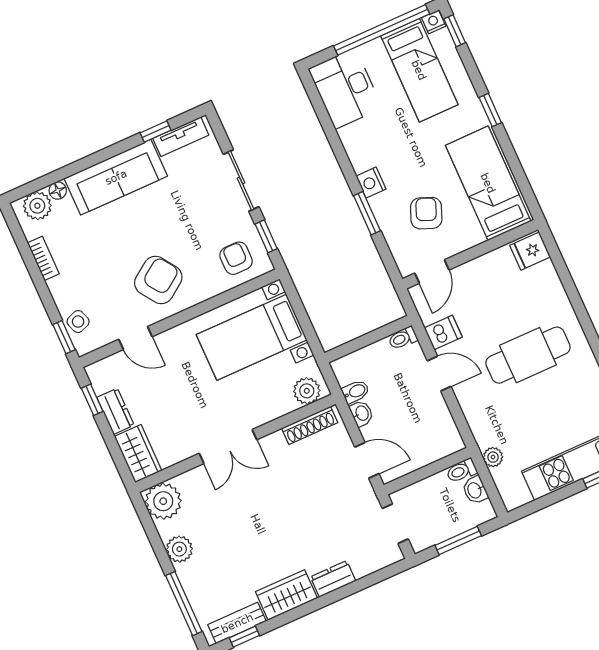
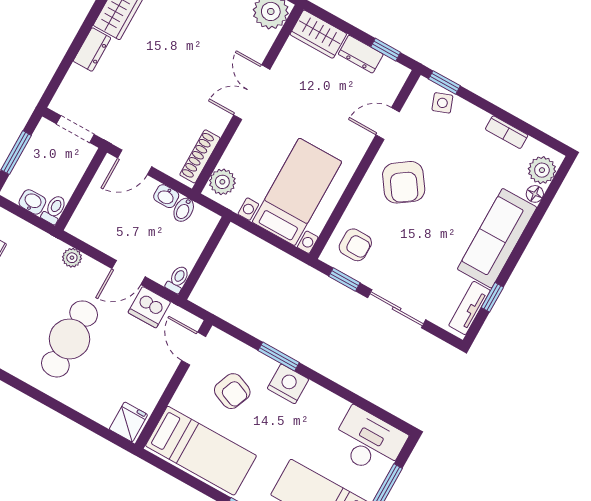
nightstand: (371, 183) -> (288, 384), width x1.36, depth x1.33
dishwasher: (443, 332) -> (149, 307), width x1.38
plant: (493, 457) -> (72, 258), moved

